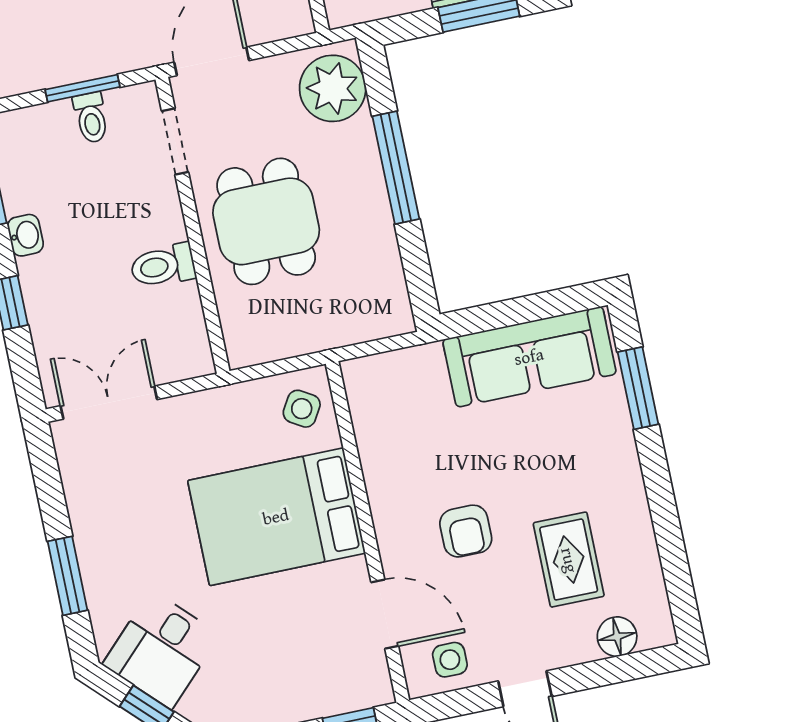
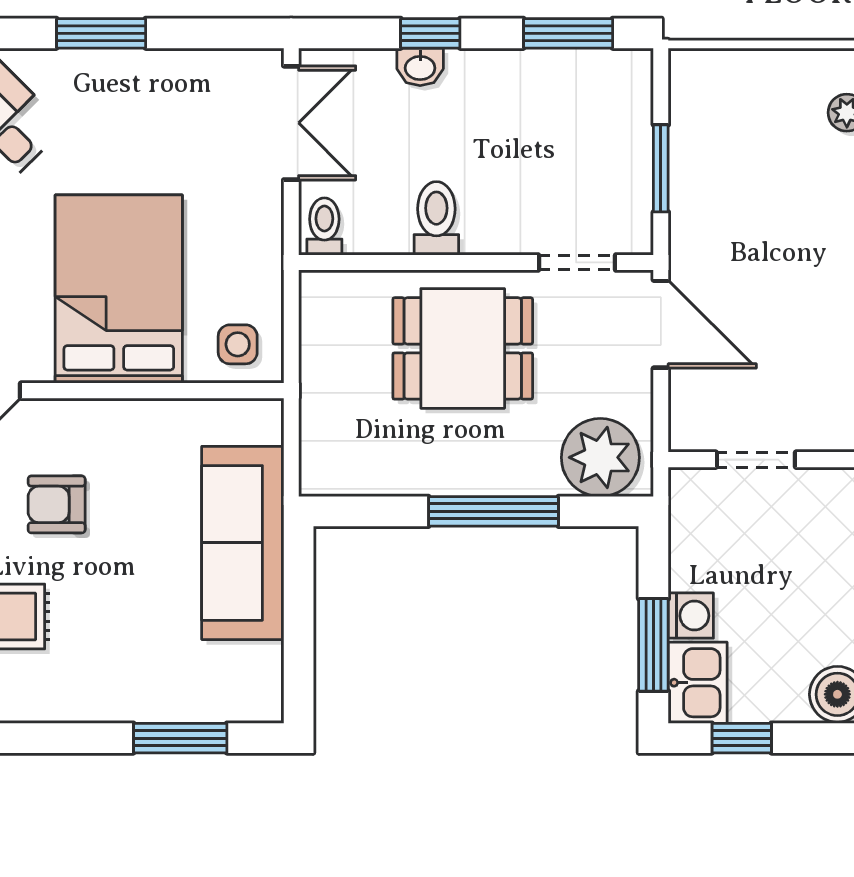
toilet: (91, 118) -> (324, 227), moved, turned 90
washbasin: (25, 235) -> (420, 67), moved
sofa: (529, 357) -> (243, 543), moved
side table: (302, 409) -> (238, 344), turned -31

